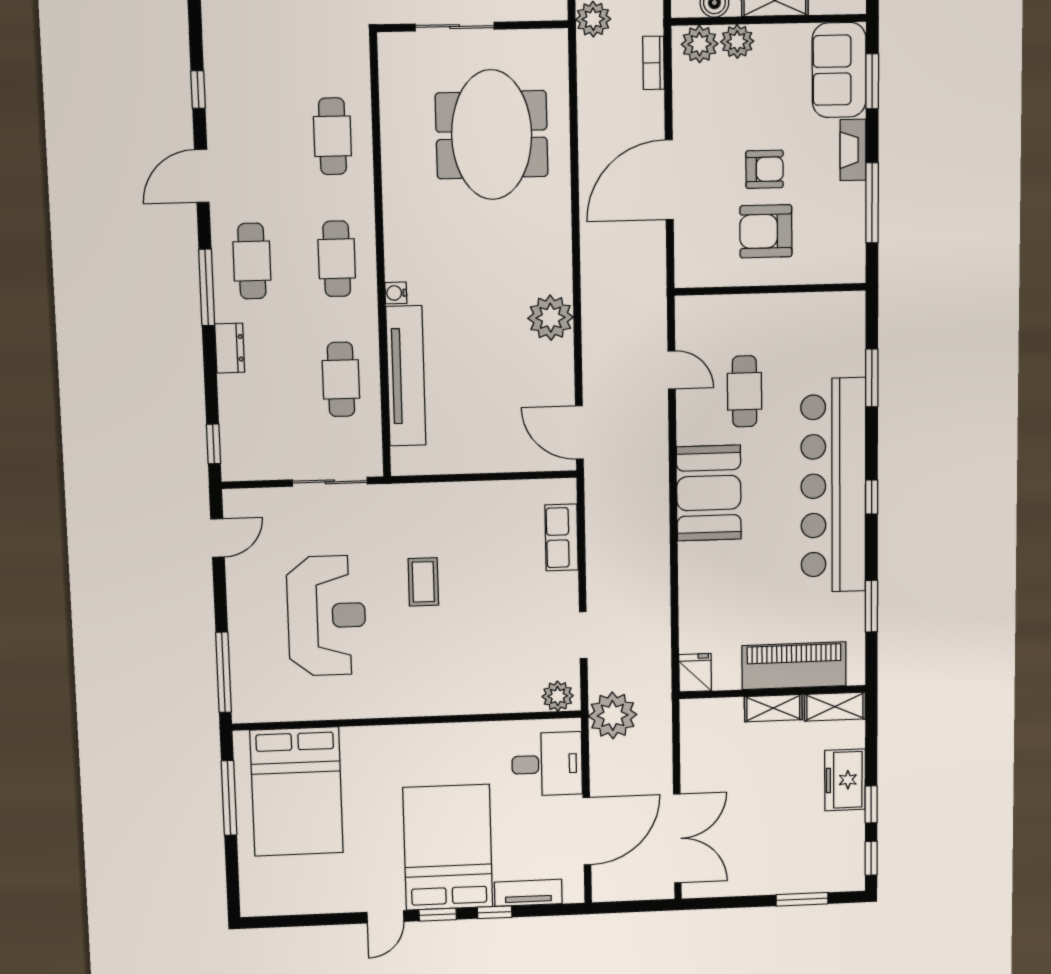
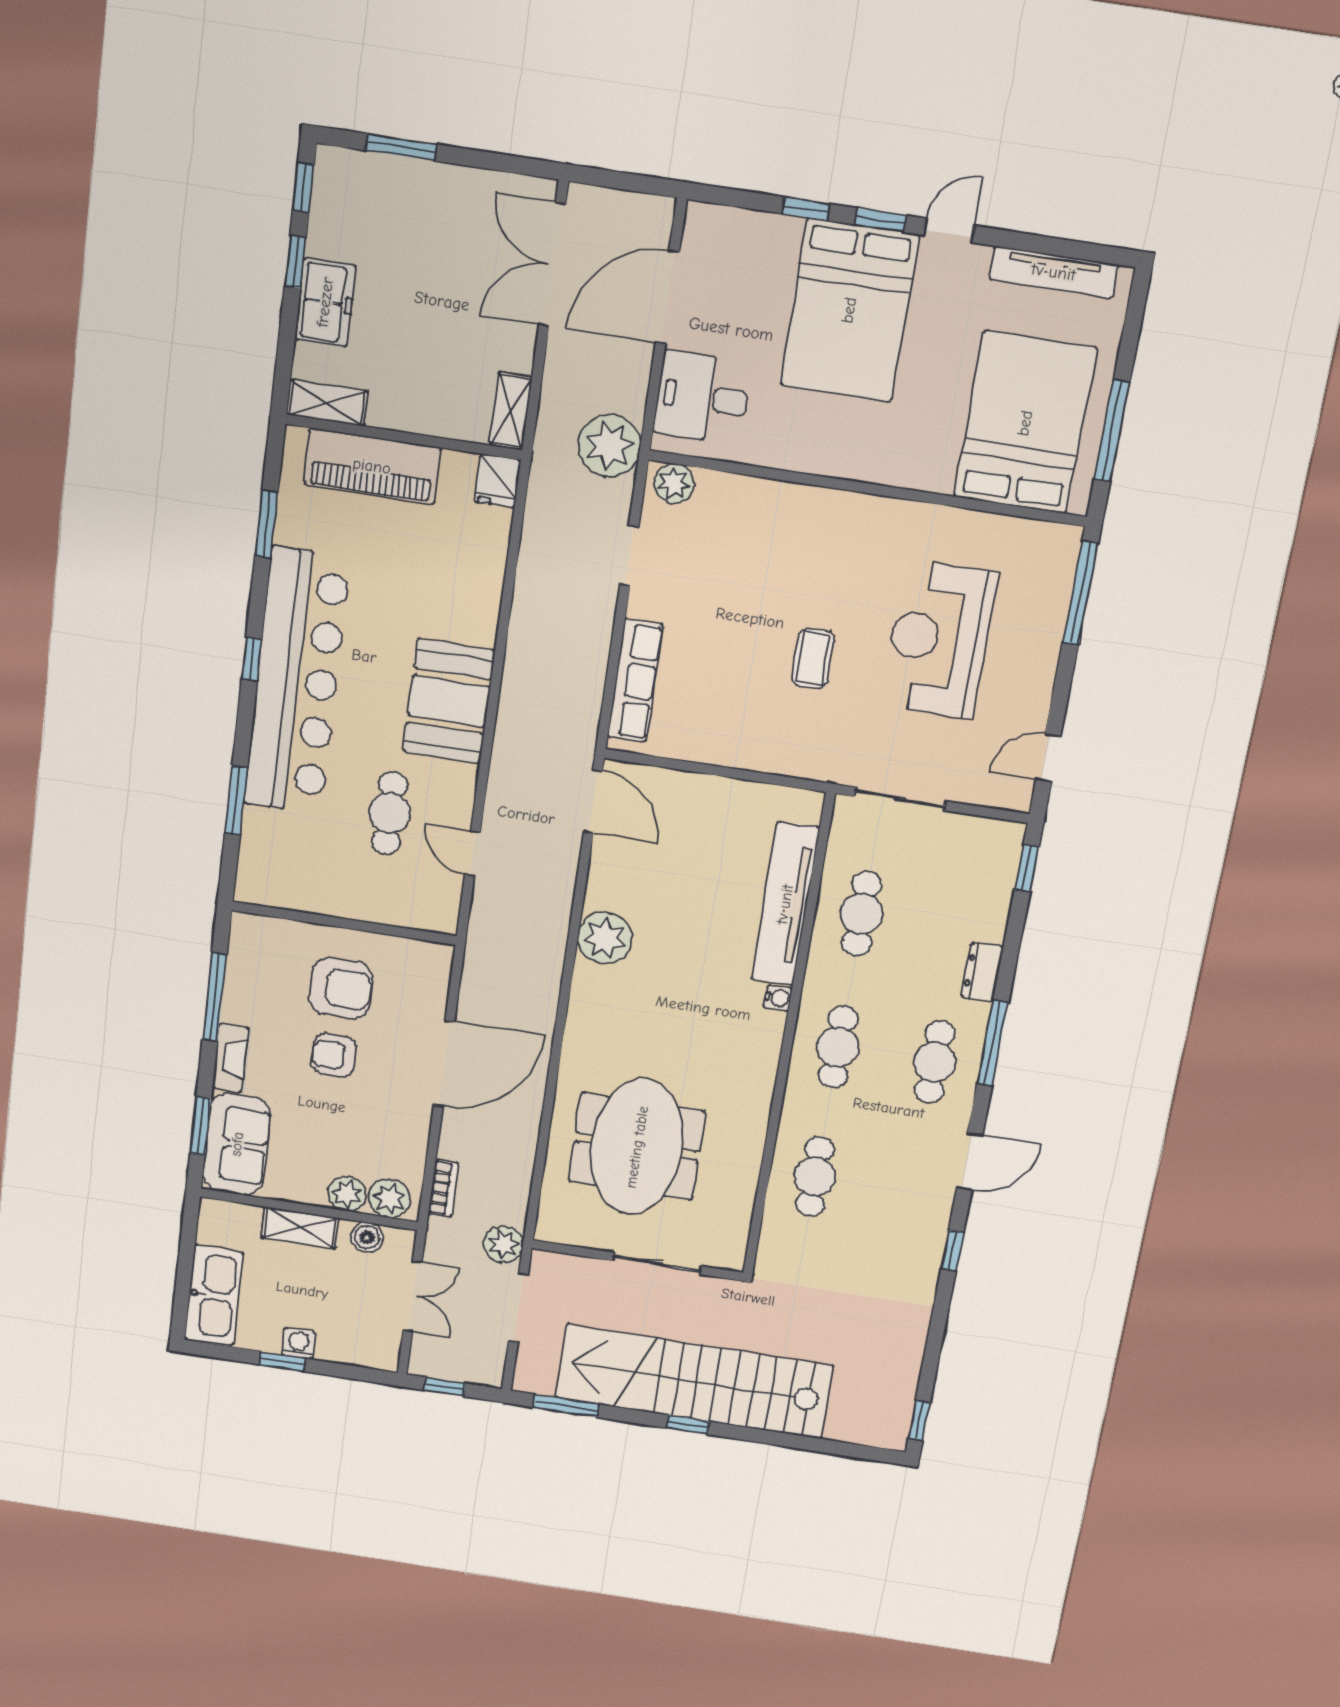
row of seats: (562, 537) -> (635, 681), width x1.48
shelving: (773, 708) -> (511, 411), moved, turned 90
tv unit: (528, 893) -> (1054, 272), moved, width x1.41

